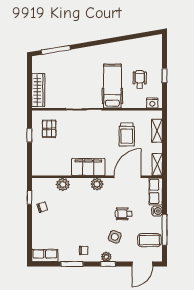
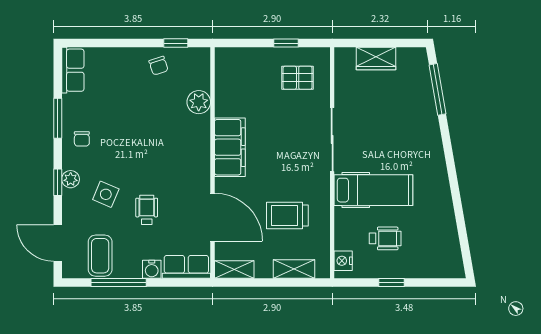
wardrobe: (38, 90) -> (376, 59), width x0.67
plant: (97, 184) -> (199, 163), removed

